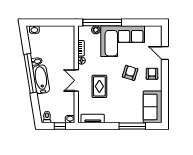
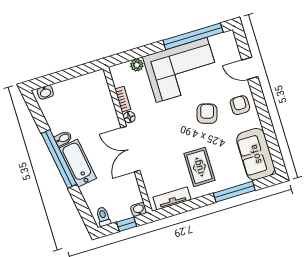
window: (102, 23) -> (193, 36), moved
double door: (76, 80) -> (130, 149), width x1.37
rug: (99, 86) -> (199, 167), moved

